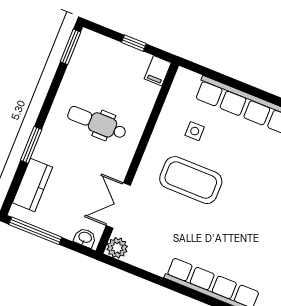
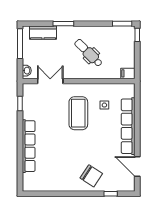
window: (134, 43) -> (137, 35), moved
dental chair: (97, 123) -> (88, 53), turned -45
plant: (117, 248) -> (28, 89), removed
window: (135, 271) -> (20, 103), added

